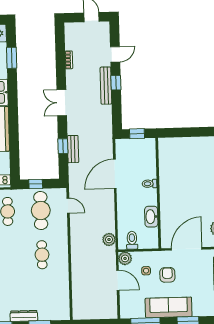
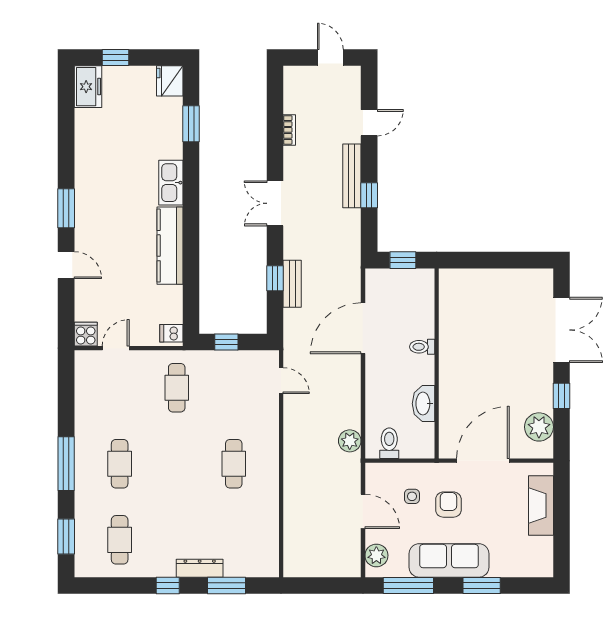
window: (116, 83) -> (369, 195), moved
cafe table: (41, 210) -> (234, 388), removed
plant: (125, 258) -> (376, 555), moved

